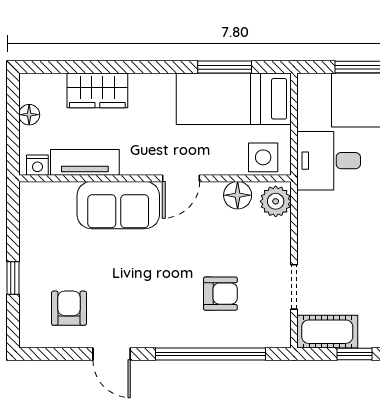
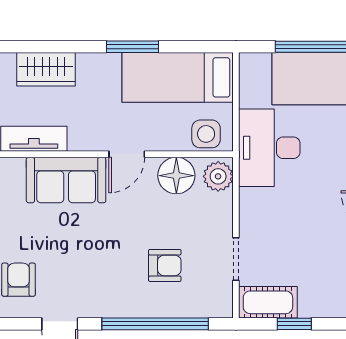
window: (225, 67) -> (133, 47), moved
desk: (329, 161) -> (269, 148), width x1.37
floor lamp: (238, 195) -> (176, 176), width x1.38, depth x1.38

